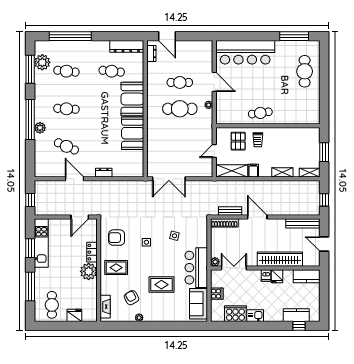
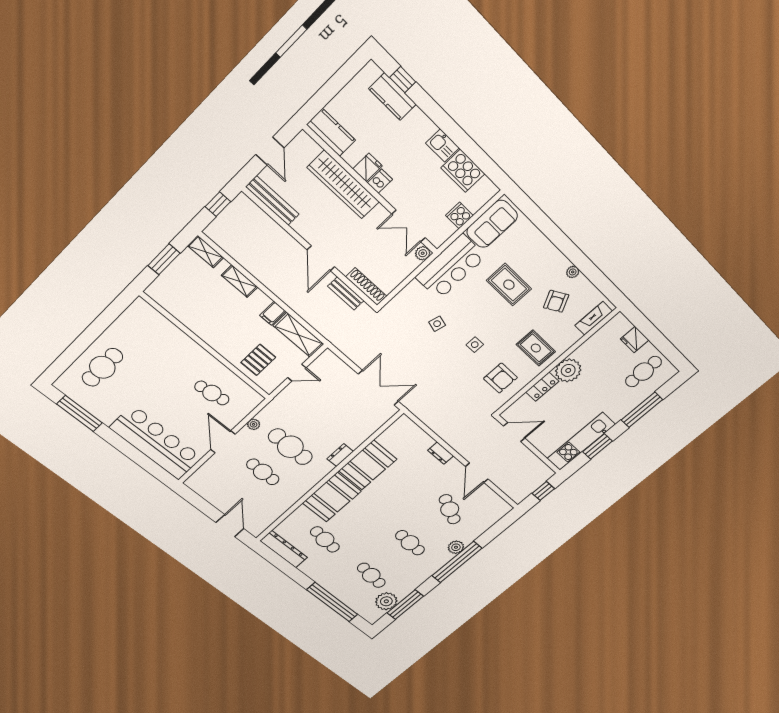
dresser: (151, 53) -> (340, 455), moved
cafe table: (260, 113) -> (212, 393), moved
trolley: (258, 140) -> (233, 342), removed

